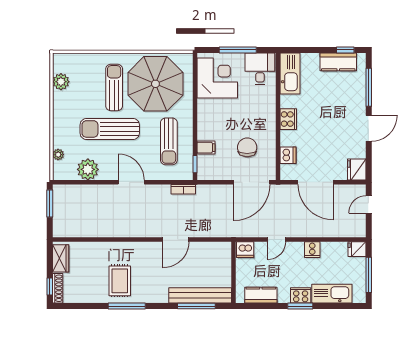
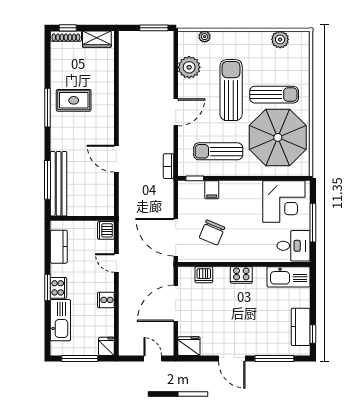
chair: (247, 147) -> (212, 232), turned 113

